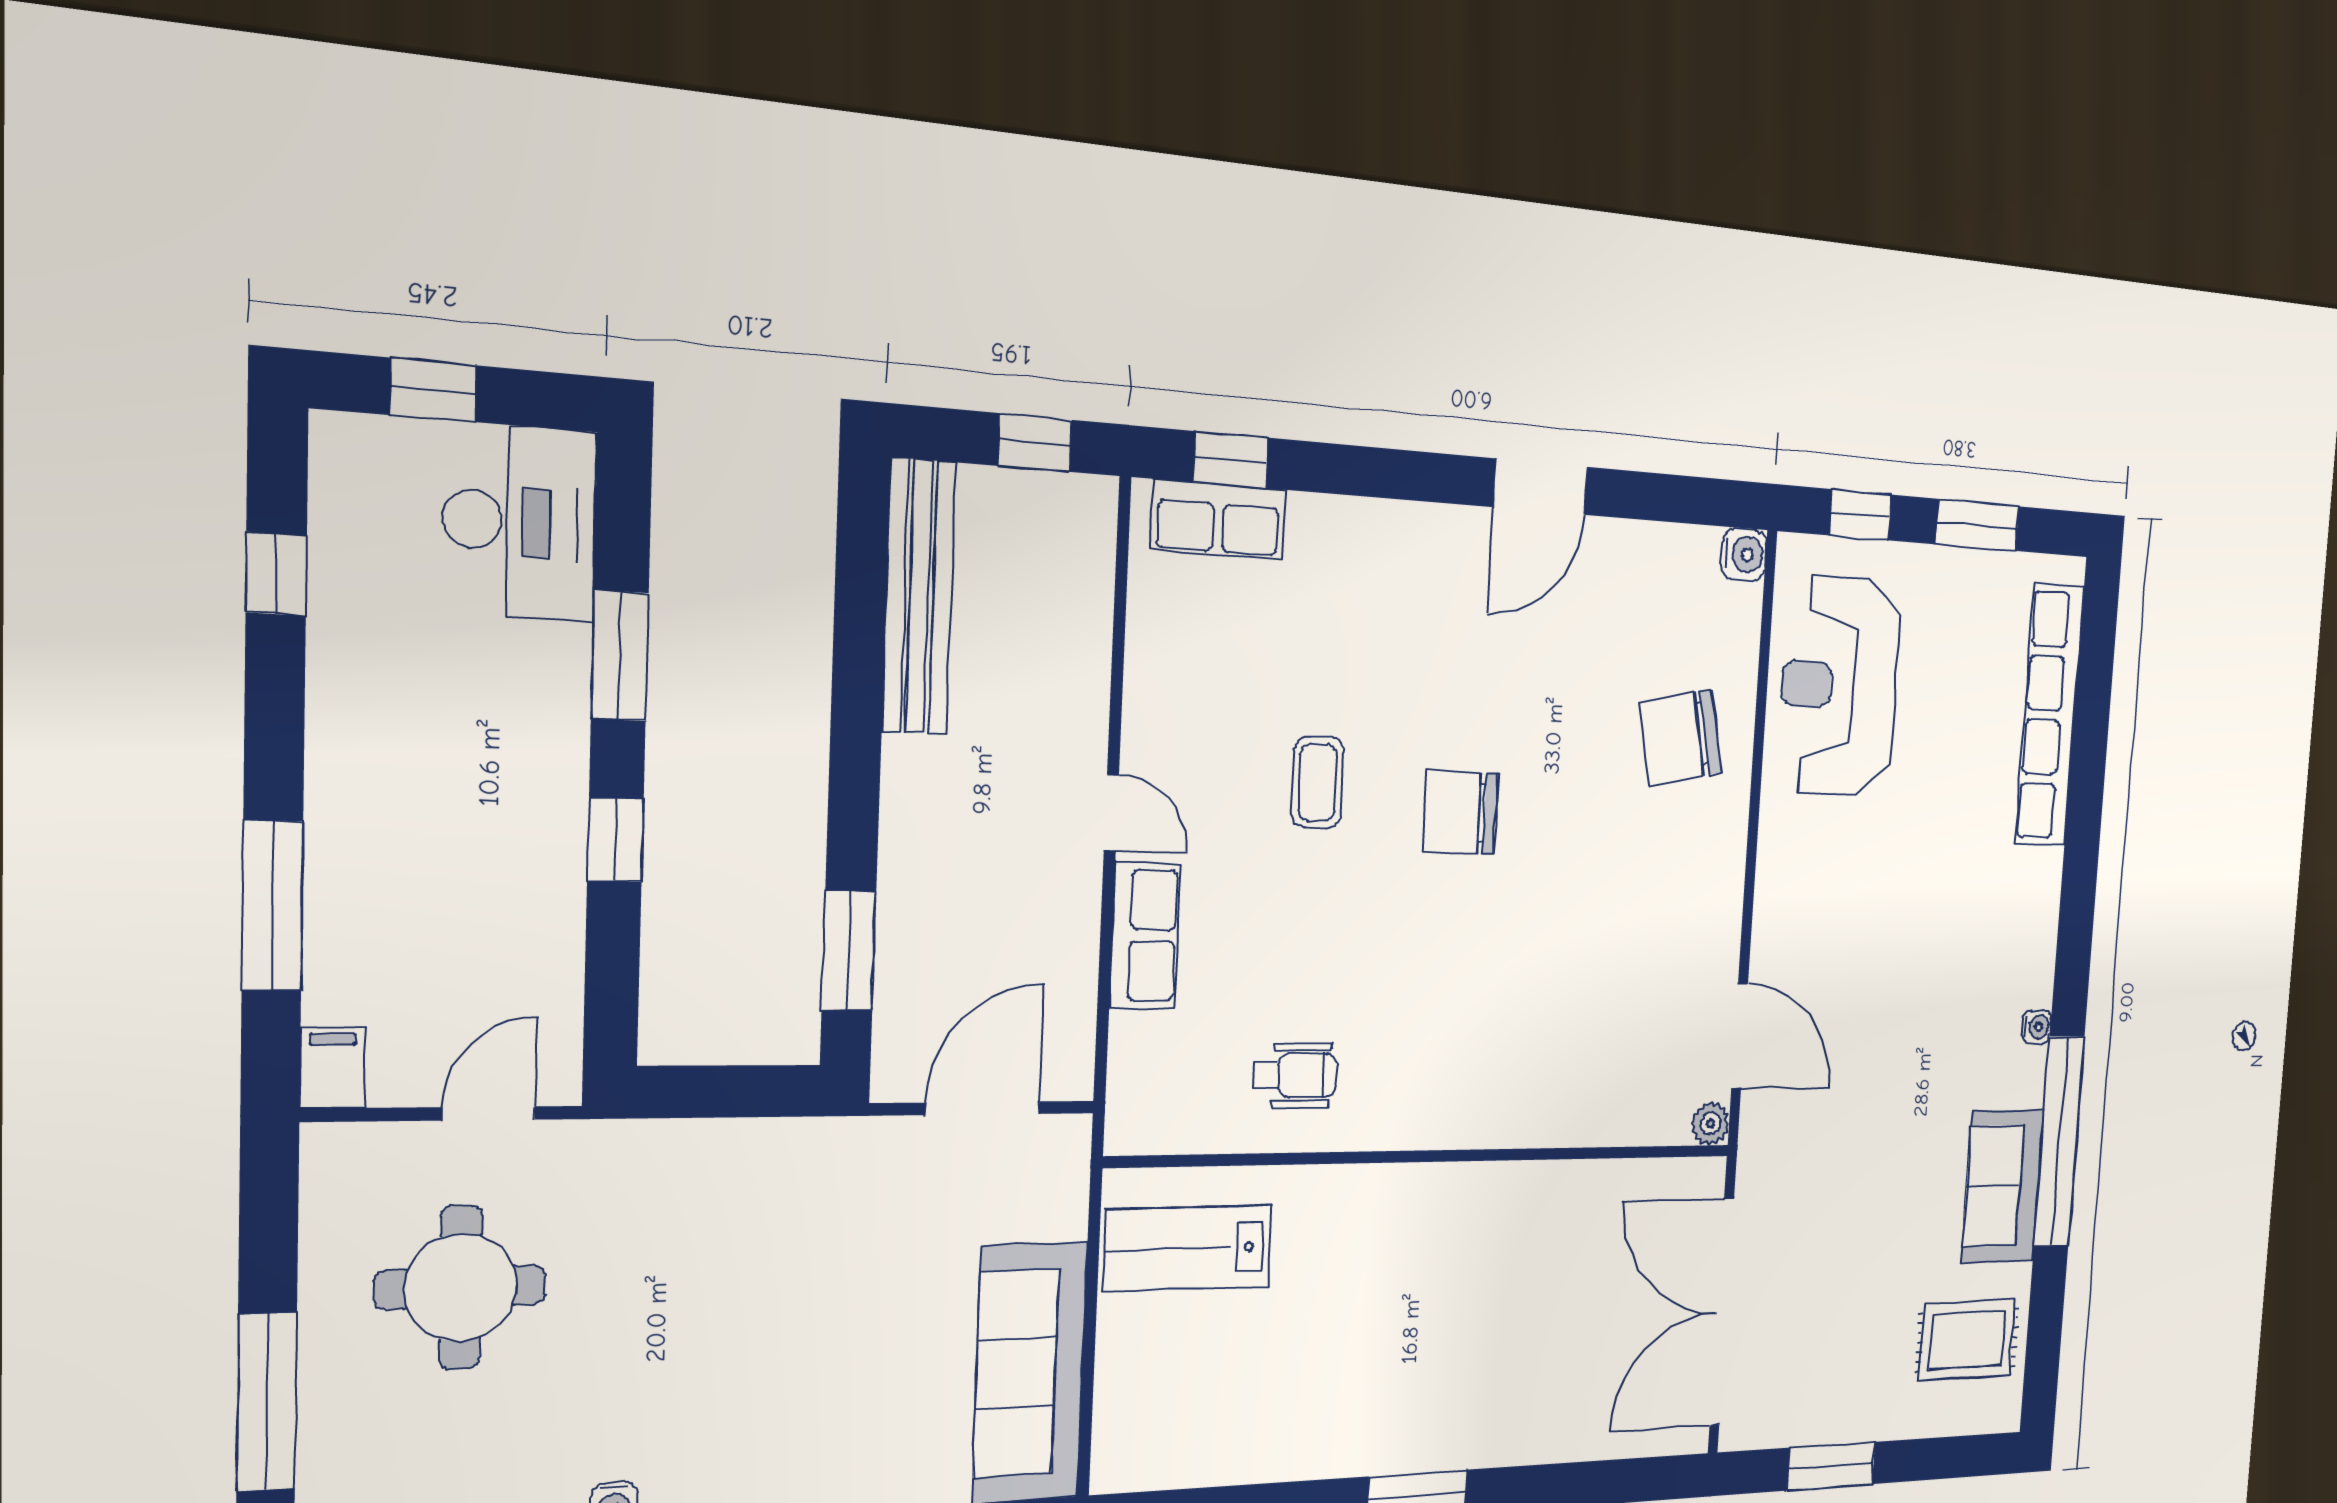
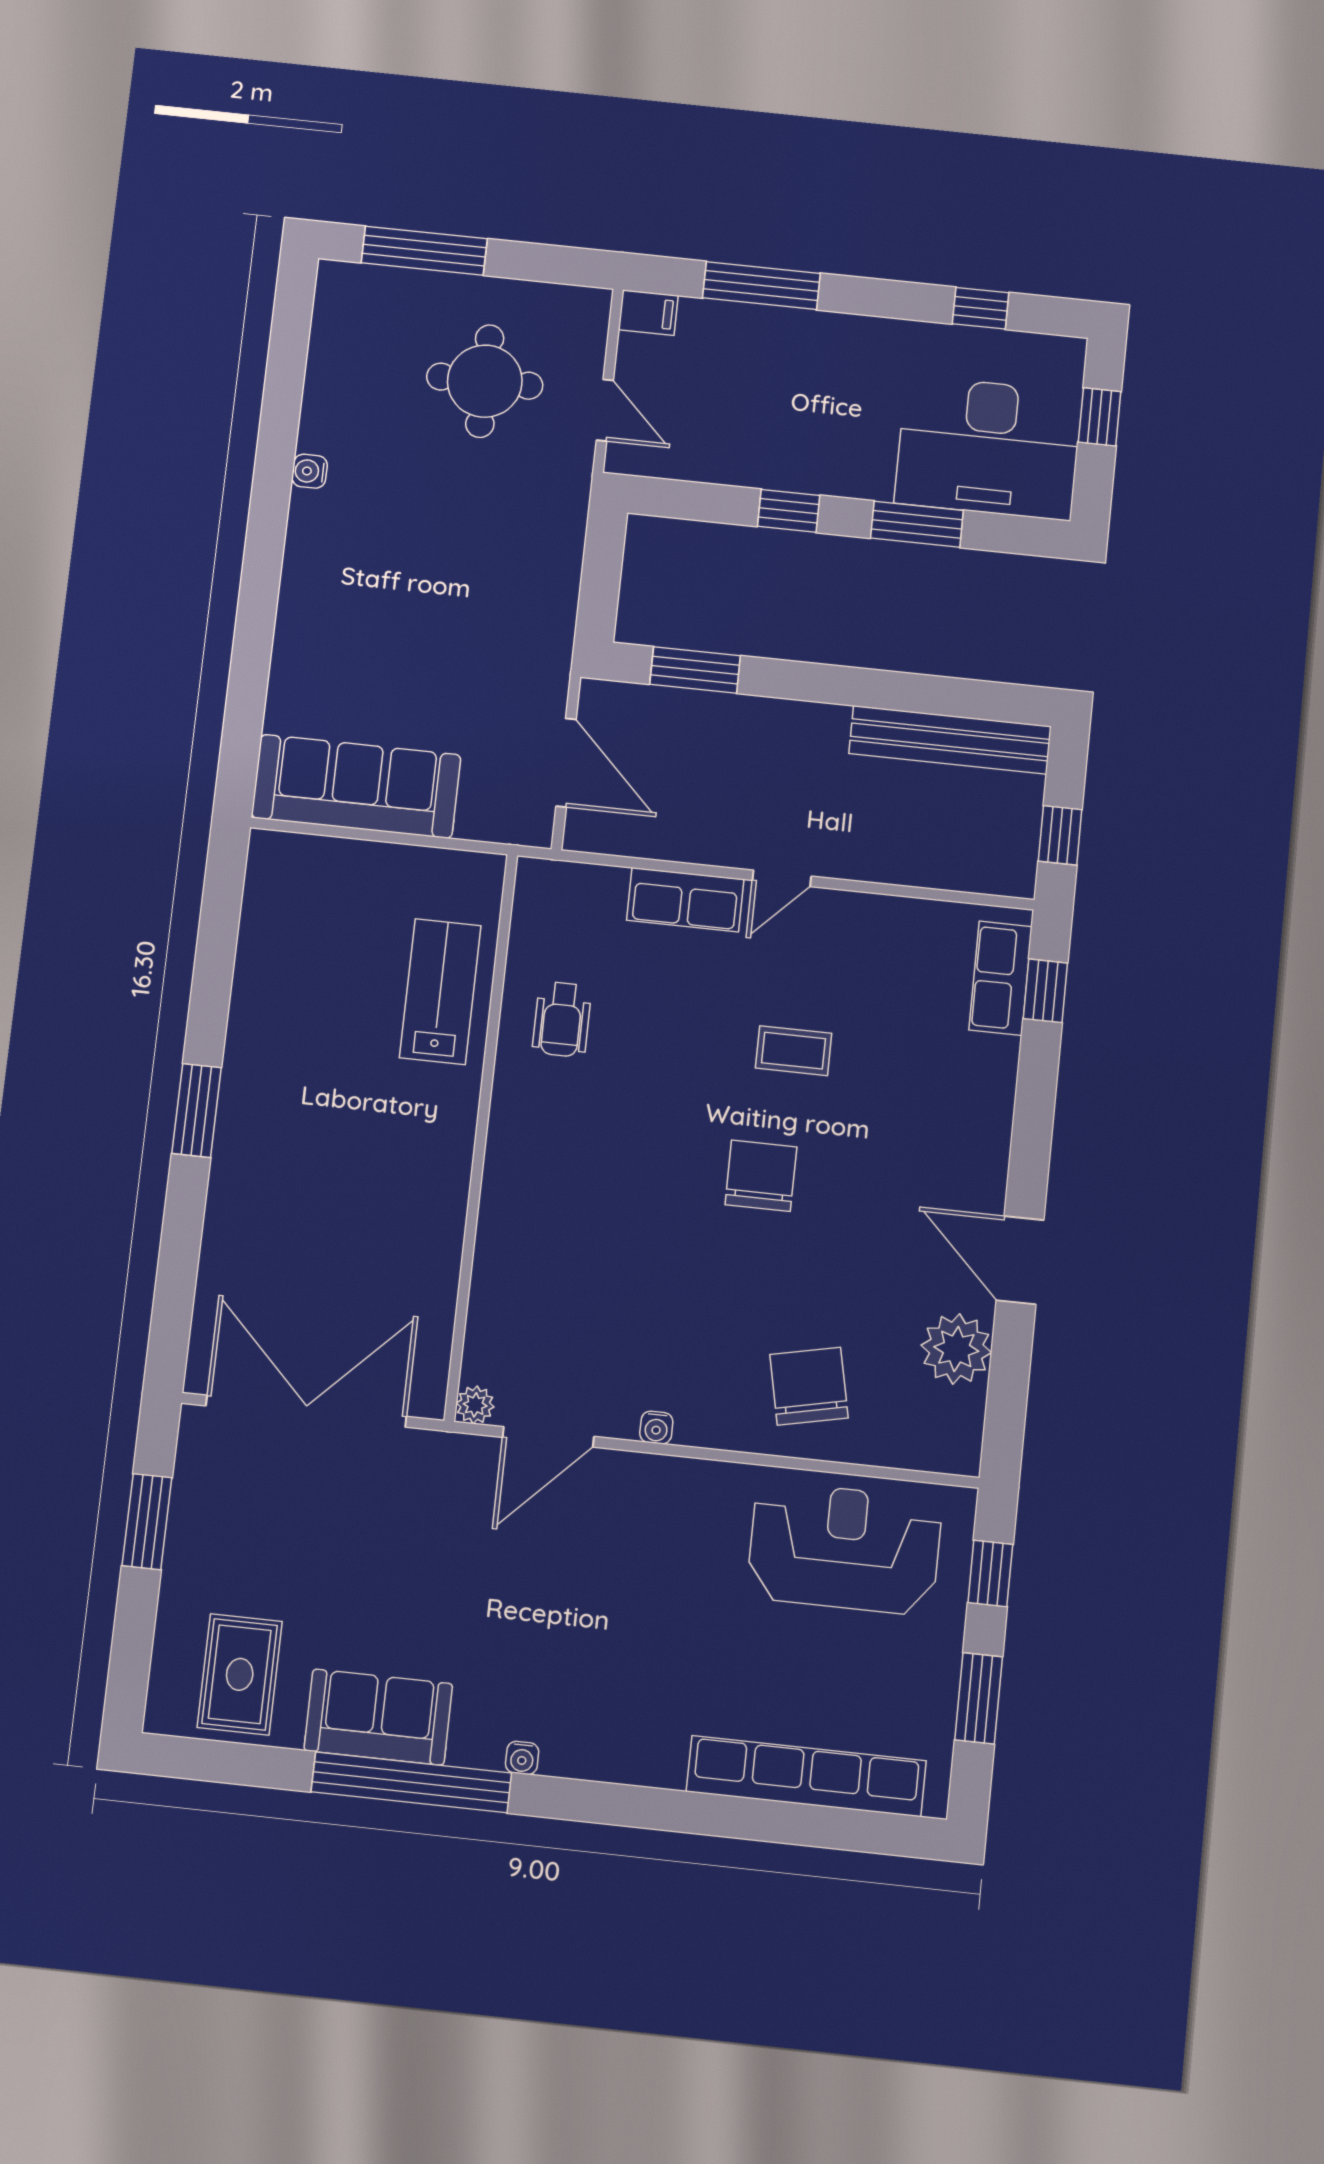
desk: (520, 522) -> (988, 448), width x1.36, depth x1.30
water cooler: (1744, 554) -> (656, 1428), moved, width x0.72, depth x0.72
plant: (1637, 563) -> (956, 1349), added
lab bench: (1188, 1248) -> (440, 992), moved

